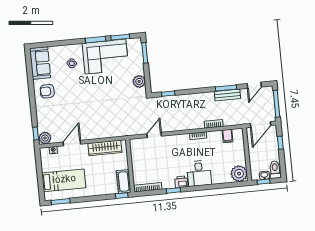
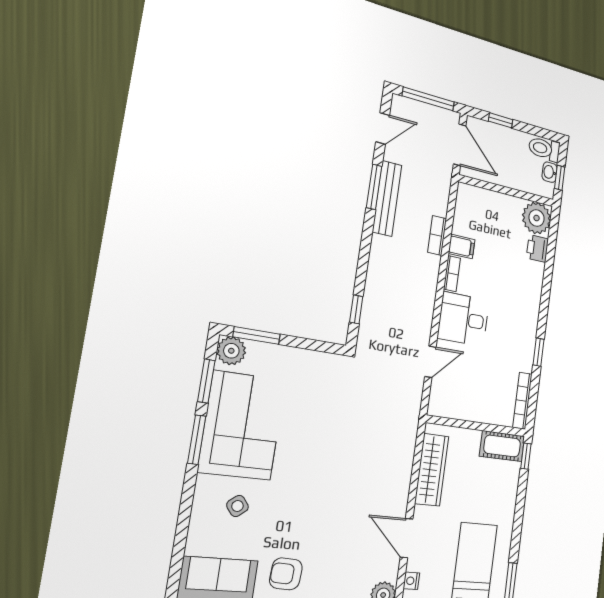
plant: (139, 81) -> (231, 351), moved
door: (254, 85) -> (383, 128), hinge flipped
armchair: (47, 91) -> (286, 574), turned 93
bench: (227, 95) -> (387, 198), width x1.36
door: (154, 135) -> (430, 362), swing flipped
filing cabinet: (227, 136) -> (462, 247), moved
desk: (199, 173) -> (463, 319), moved, turned 180
printer: (181, 182) -> (537, 248), moved

